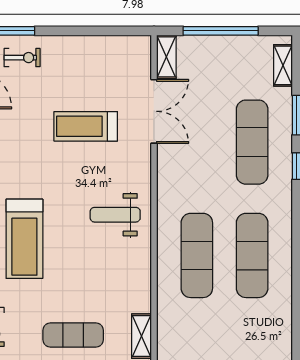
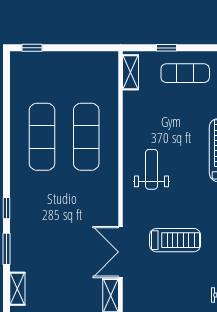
exercise mat: (252, 142) -> (42, 227), removed
weight bench: (115, 215) -> (152, 169), turned -90

